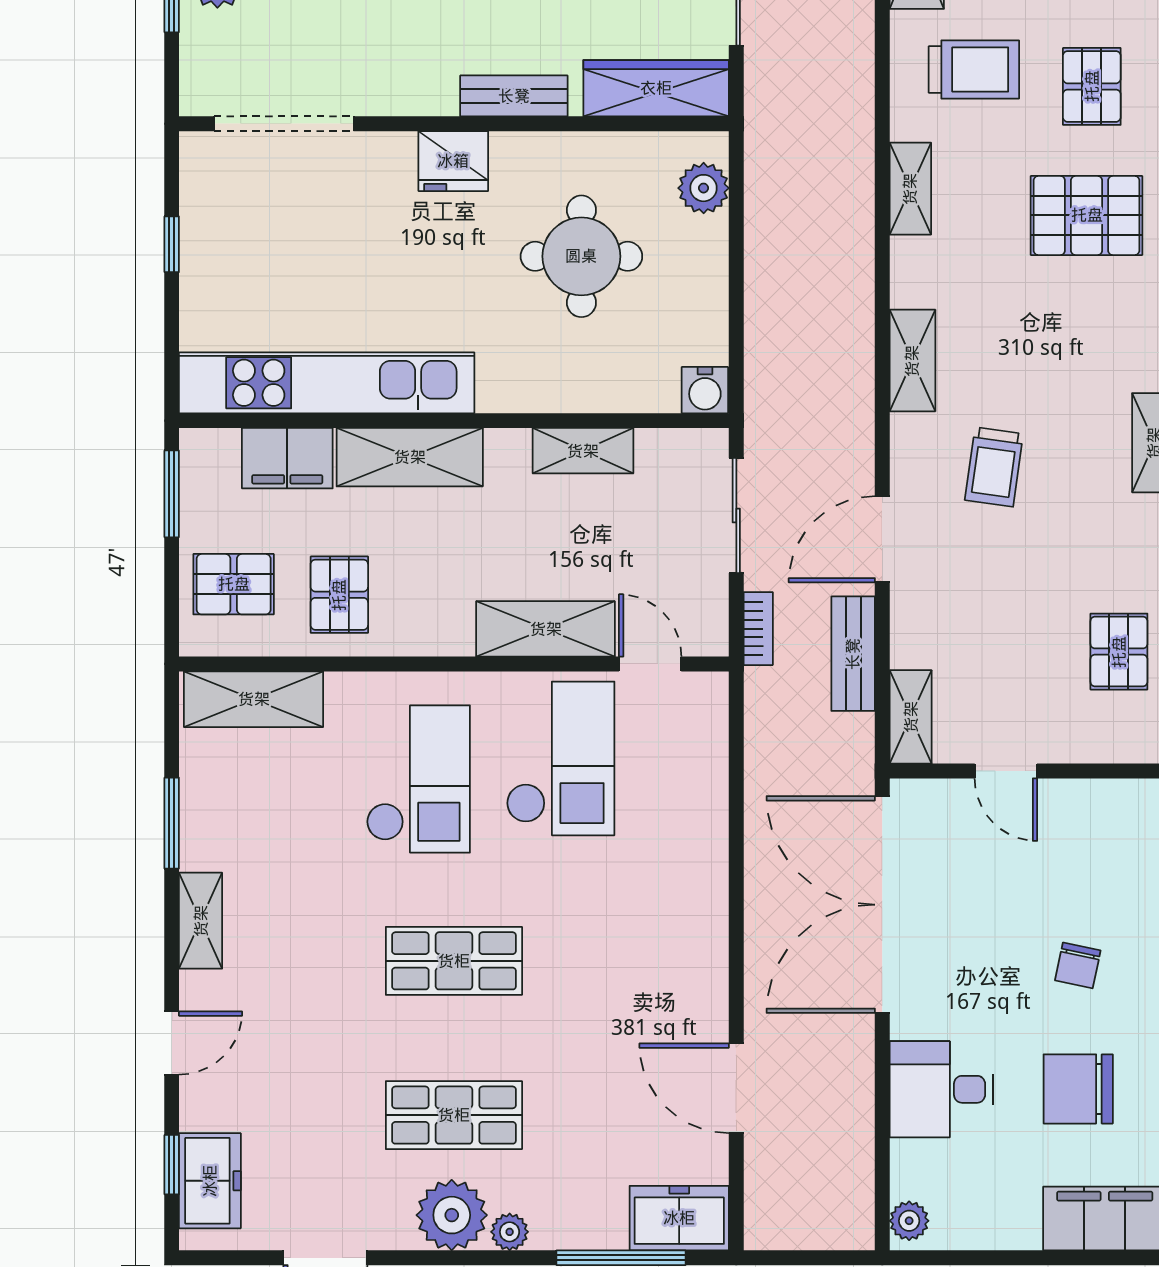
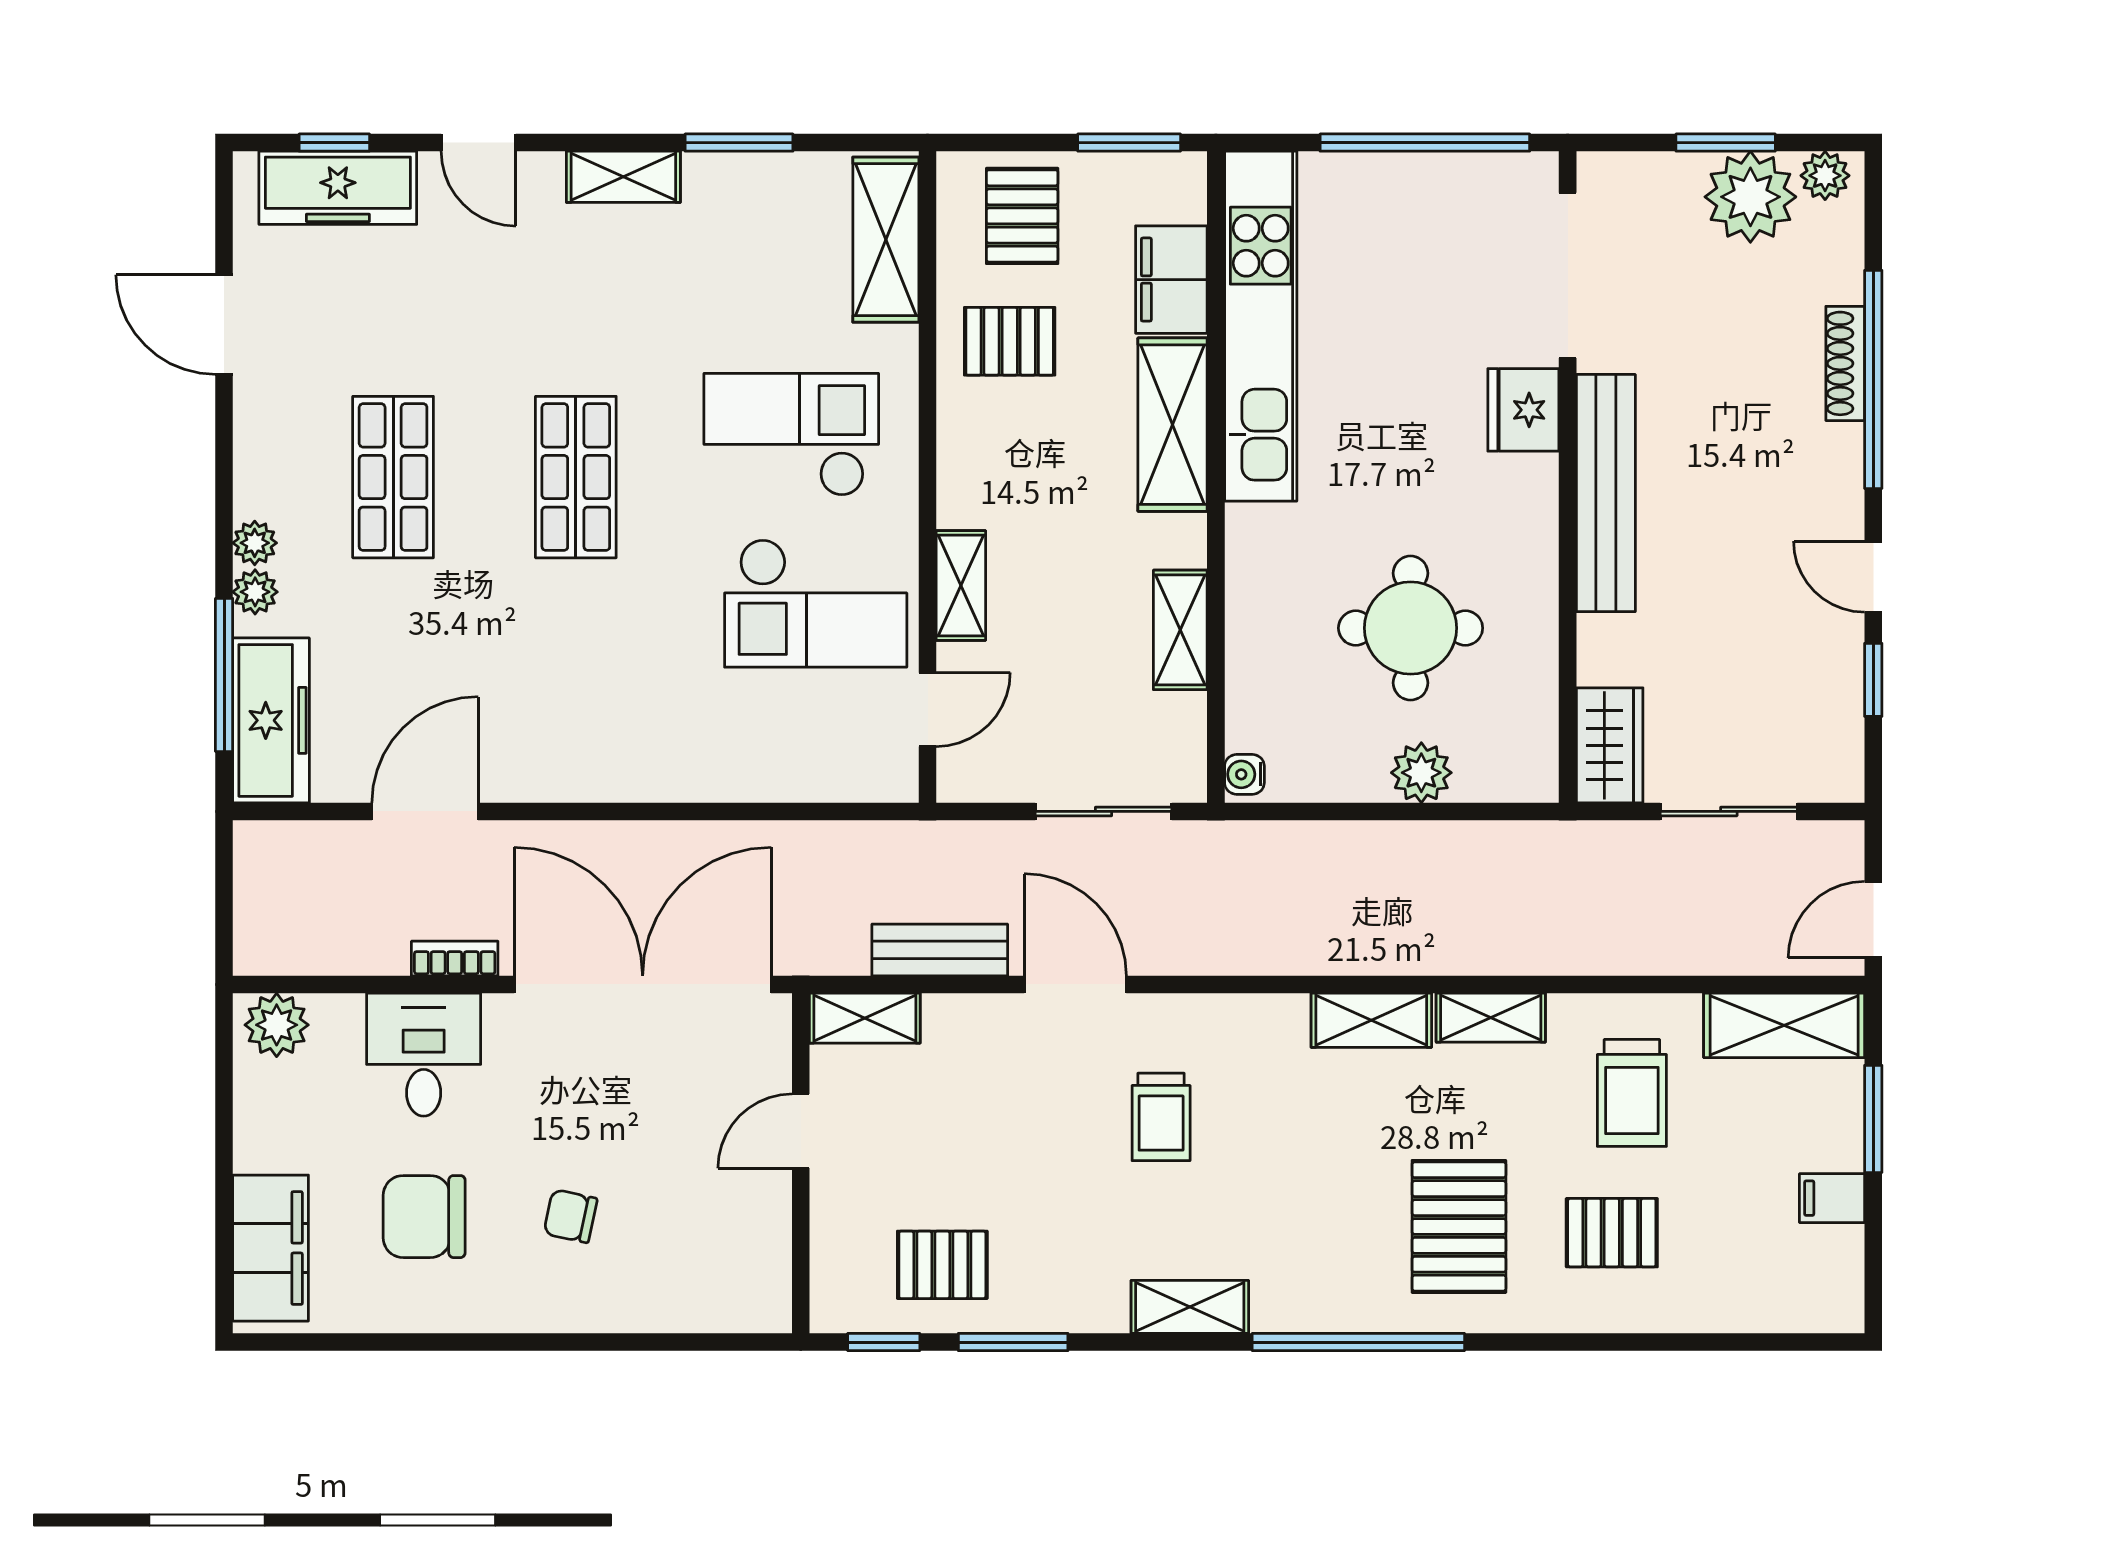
wardrobe: (656, 88) -> (1610, 745), width x0.67
bench: (514, 96) -> (1606, 493), width x1.86, depth x1.21
fridge: (453, 161) -> (1523, 410), moved
plant: (704, 188) -> (1421, 773), moved
window: (172, 244) -> (1425, 143), width x3.17
shelving: (912, 361) -> (1371, 1020), moved
water cooler: (705, 390) -> (1244, 774), width x0.72, depth x0.72
trolley: (994, 467) -> (1161, 1117), turned -98
shelving: (546, 629) -> (961, 586), width x0.67, depth x0.75
bookcase: (758, 629) -> (455, 959), moved, turned 180
checkout: (418, 779) -> (791, 435), turned 180
chair: (1078, 1089) -> (424, 1217), turned -90
freezer: (210, 1181) -> (338, 188), width x1.40
plant: (452, 1215) -> (255, 592), moved, width x0.53, depth x0.53
freezer: (679, 1218) -> (271, 720), width x1.40
plant: (909, 1221) -> (277, 1025), width x1.38, depth x1.38

